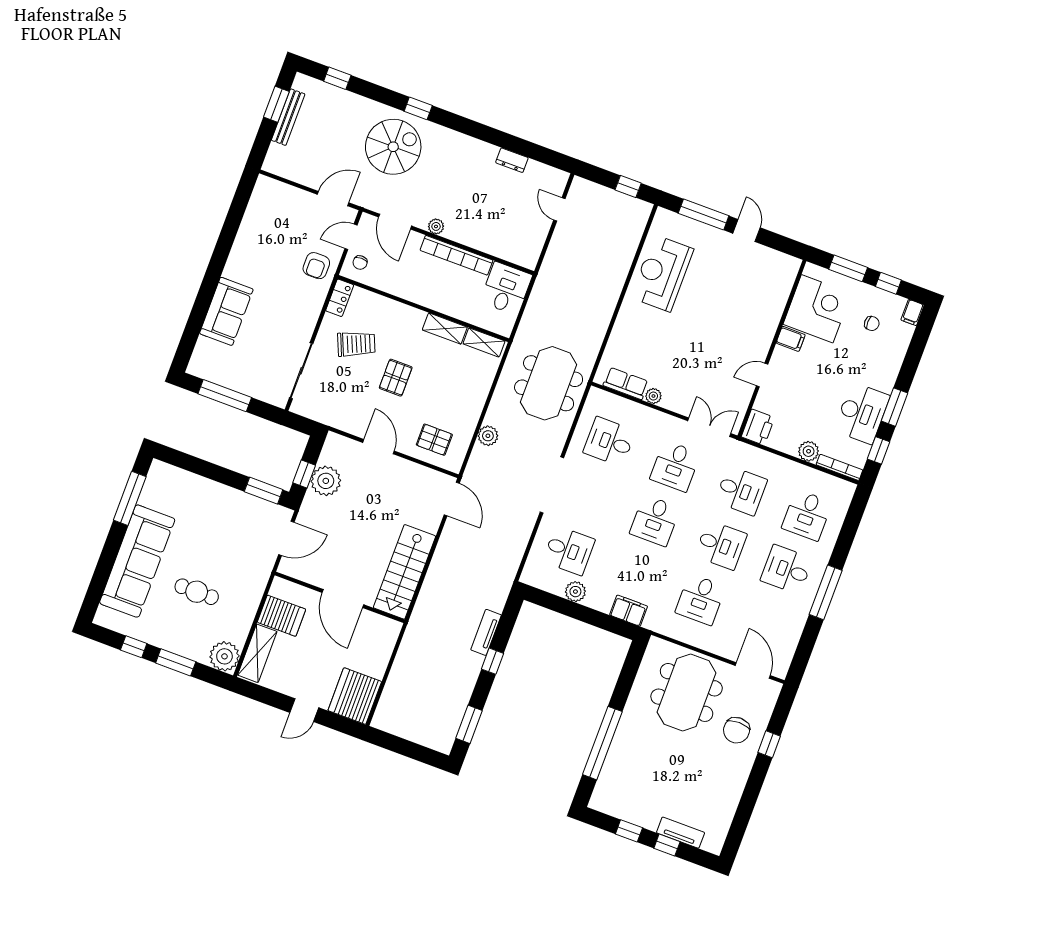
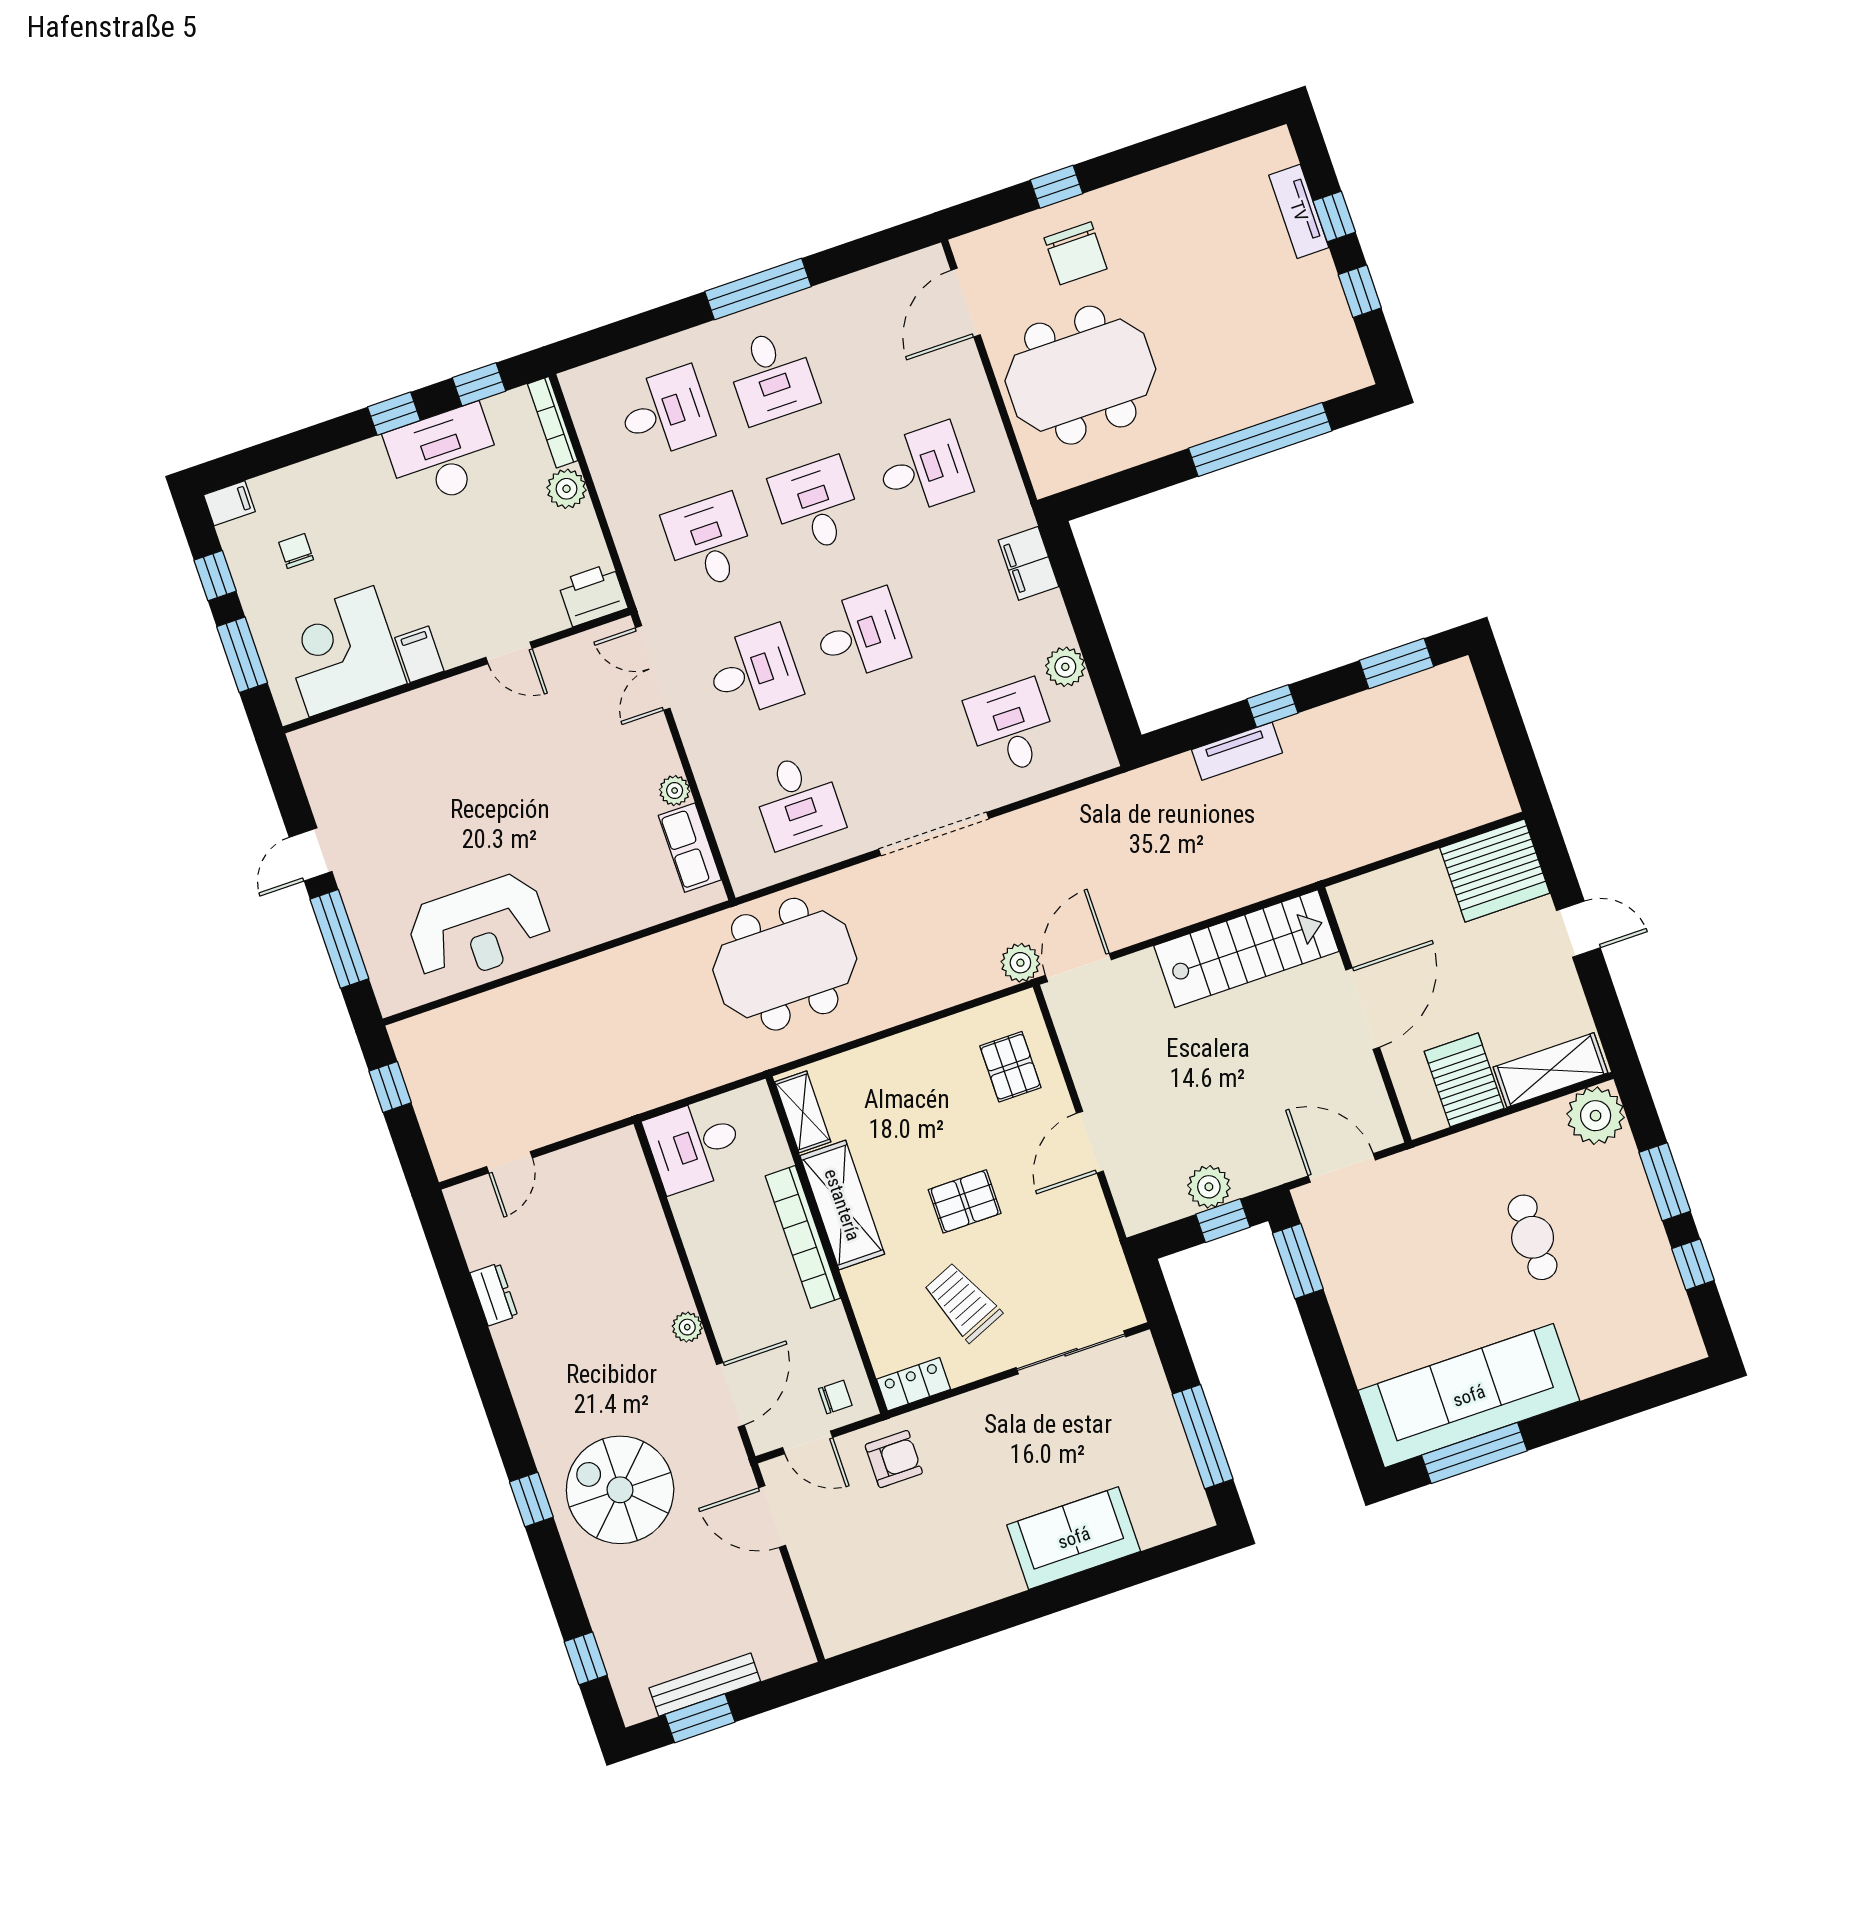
bookcase: (456, 255) -> (803, 1237), moved, turned 180
shelving: (445, 329) -> (842, 1205), width x1.50, depth x1.33
window: (895, 407) -> (394, 414), width x0.67
plant: (488, 436) -> (1020, 963), moved
plant: (326, 481) -> (1209, 1187), width x0.73, depth x0.73
sofa: (137, 561) -> (1469, 1396), moved
chair: (737, 730) -> (1076, 253), turned 90

